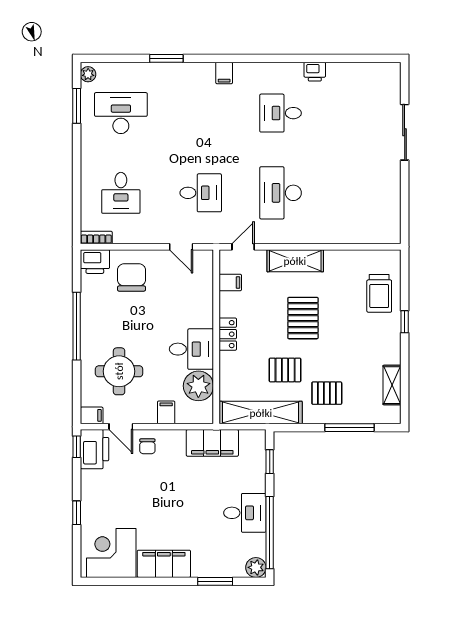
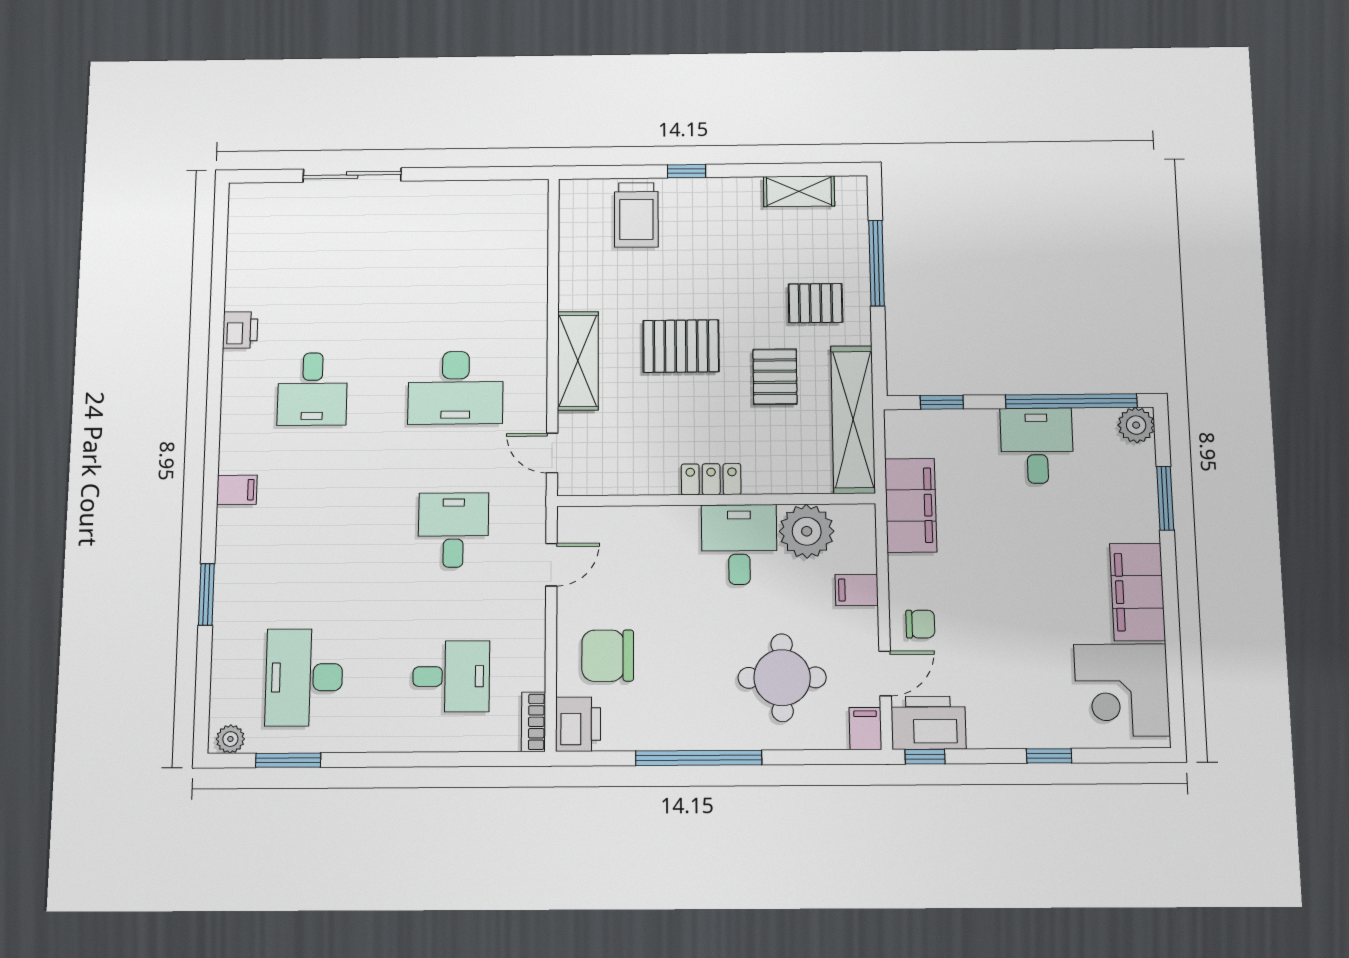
filing cabinet: (230, 282) -> (617, 476), removed
trolley: (379, 293) -> (636, 215), turned 90
pallet: (327, 393) -> (815, 303), turned 90

